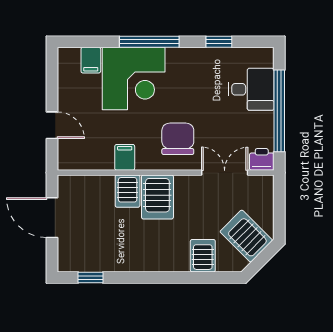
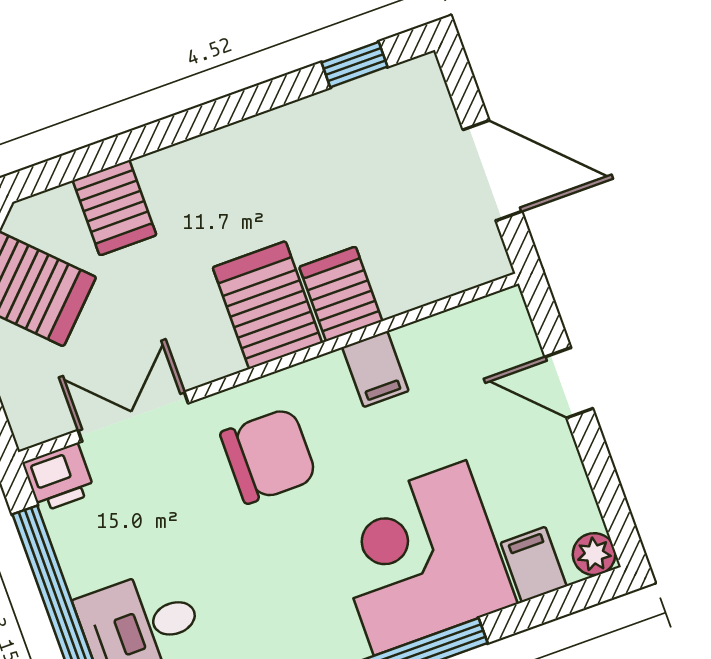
plant: (66, 56) -> (594, 554), added
chair: (178, 139) -> (269, 456), turned -90
double door: (225, 173) -> (133, 417), swing flipped

